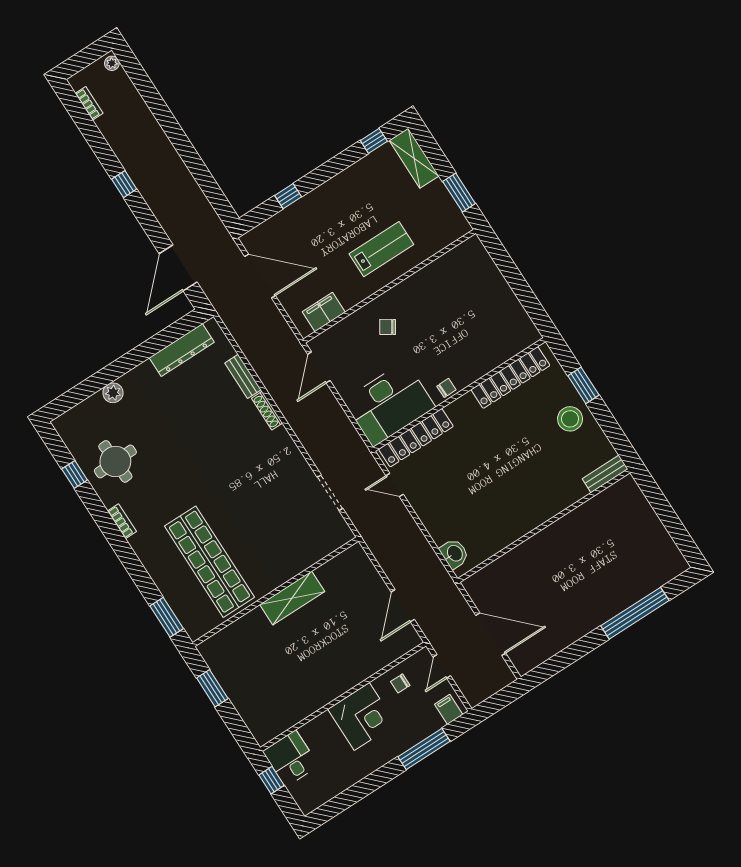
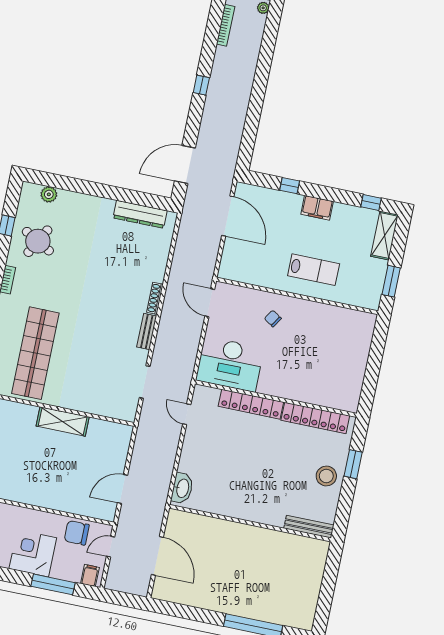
bookcase: (89, 103) -> (226, 25), width x1.56
filing cabinet: (324, 312) -> (317, 208), moved, turned 180
door: (319, 367) -> (210, 303), hinge flipped
bench: (243, 376) -> (147, 331), moved
chair: (446, 388) -> (272, 387), removed
plant: (113, 393) -> (49, 194), moved
locker: (416, 438) -> (251, 404), moved
round table: (115, 461) -> (38, 241), turned 31
bench: (605, 474) -> (309, 527), width x1.36
washbasin: (454, 554) -> (182, 488), width x1.38
chair: (400, 683) -> (77, 533), width x1.87, depth x1.87
corner desk: (362, 716) -> (33, 553), moved, turned 180

